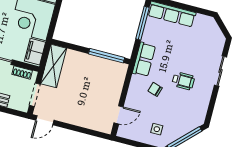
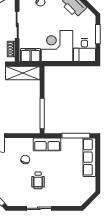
sliding door: (220, 71) -> (39, 208), moved

